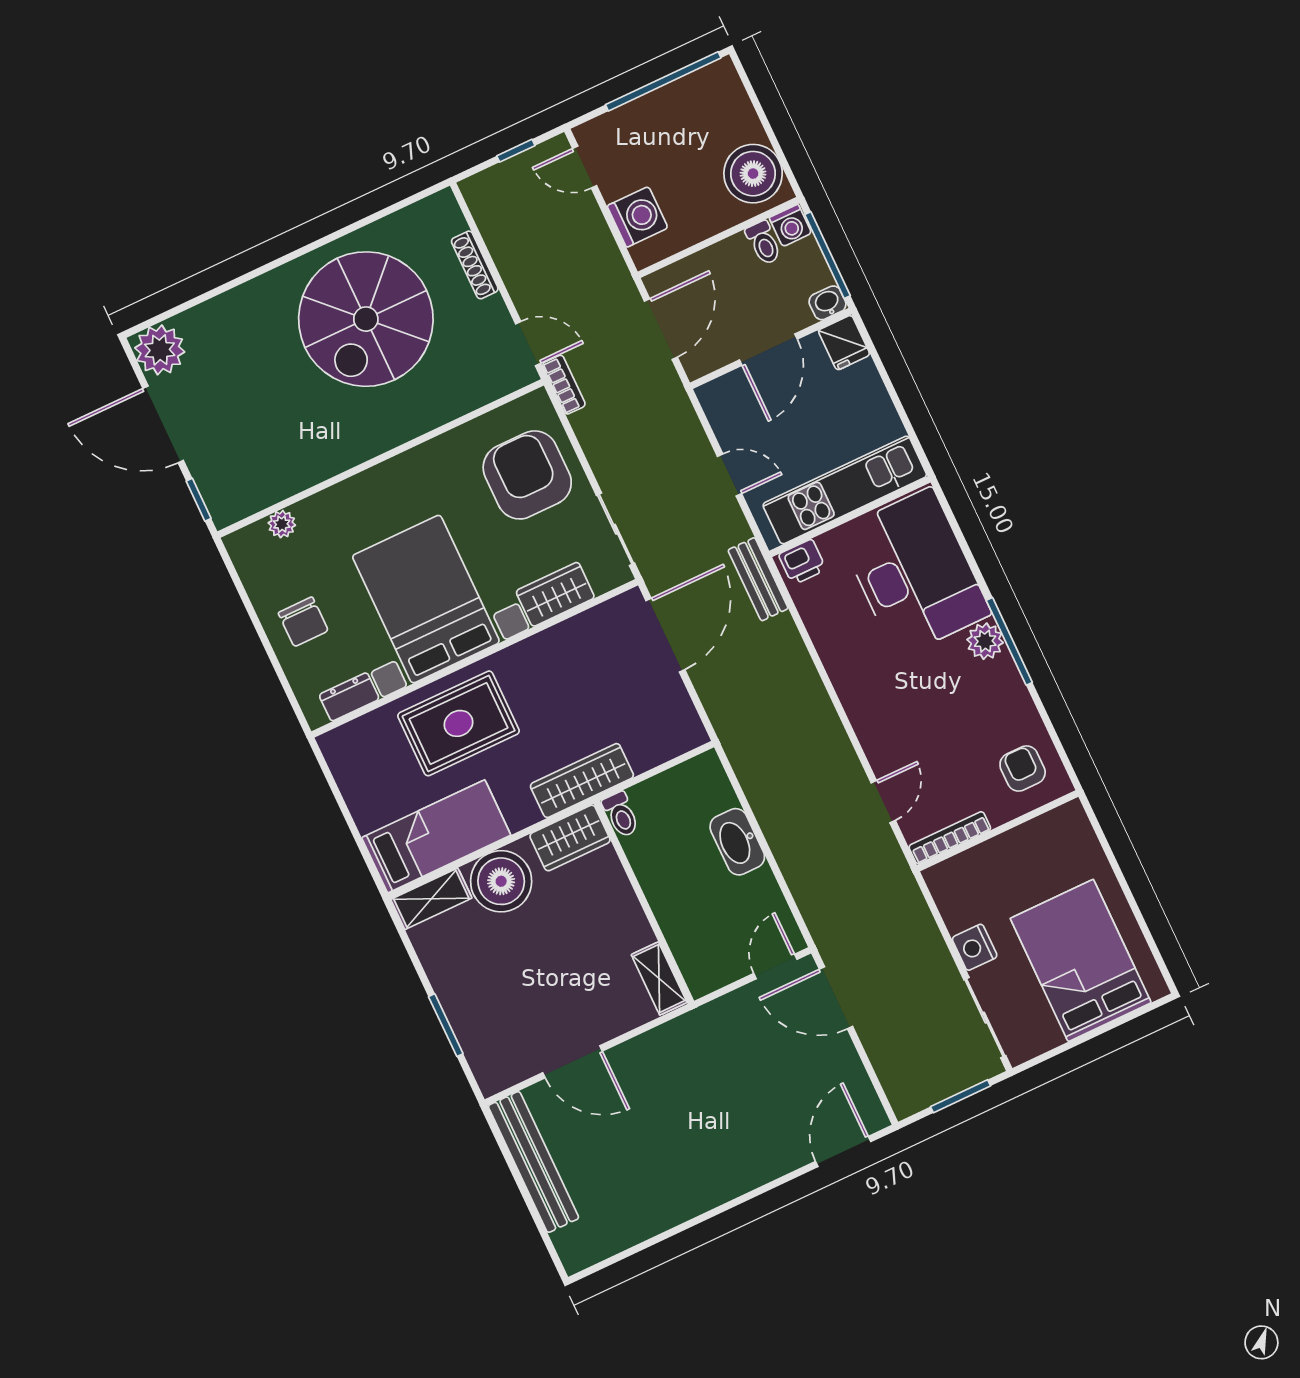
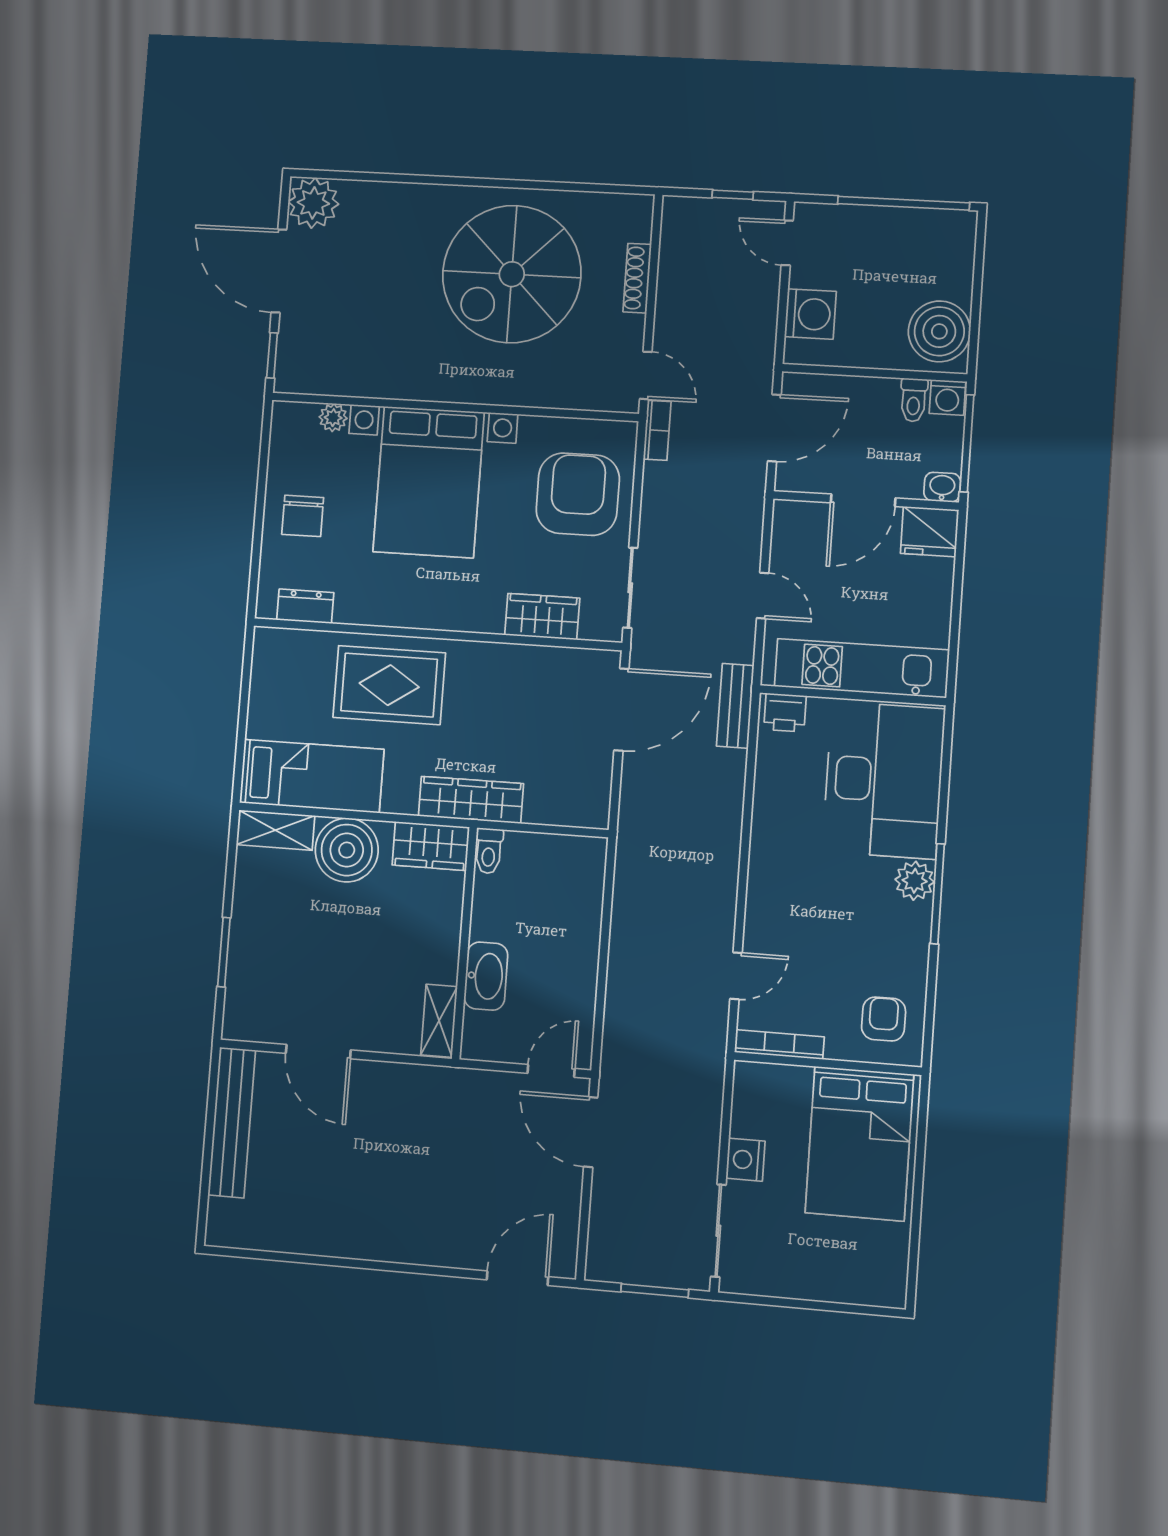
fridge: (844, 343) -> (930, 532), width x1.38
bed with nightstands: (426, 599) -> (429, 482), moved, turned 180
washbasin: (737, 842) -> (486, 976), moved, turned 180
bed: (1081, 960) -> (859, 1144), moved, turned 180

